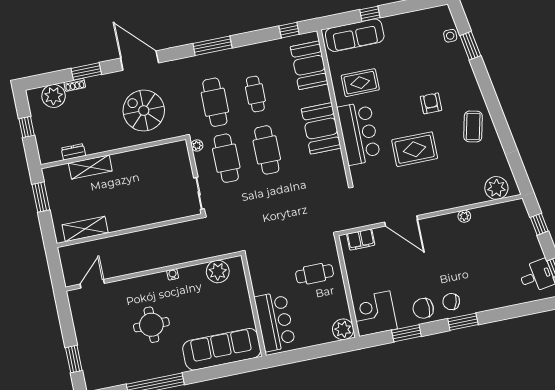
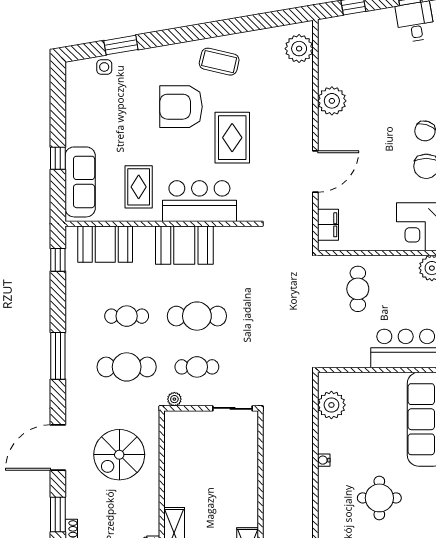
armchair: (431, 103) -> (181, 107), width x1.88, depth x1.88
cafe table: (226, 158) -> (197, 367), width x0.73, depth x0.74
plant: (464, 216) -> (332, 101), width x1.88, depth x1.88

